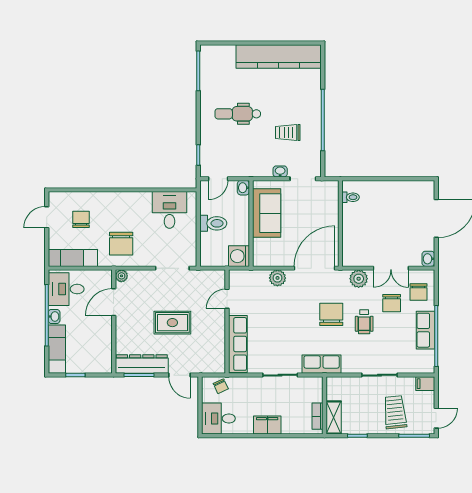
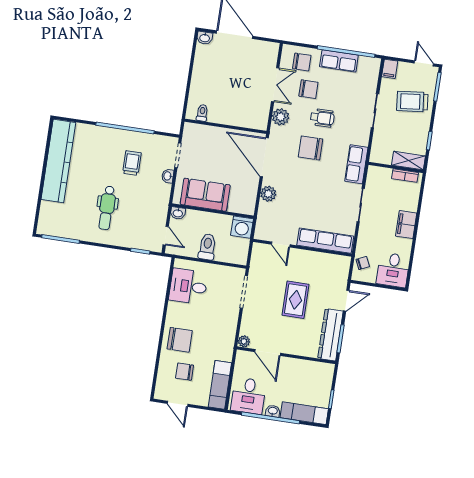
trolley: (288, 132) -> (132, 163), turned 180
chair: (121, 244) -> (180, 340), moved
washbasin: (428, 259) -> (205, 38), moved

